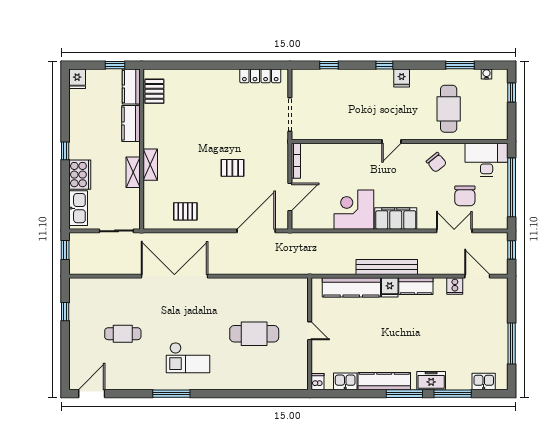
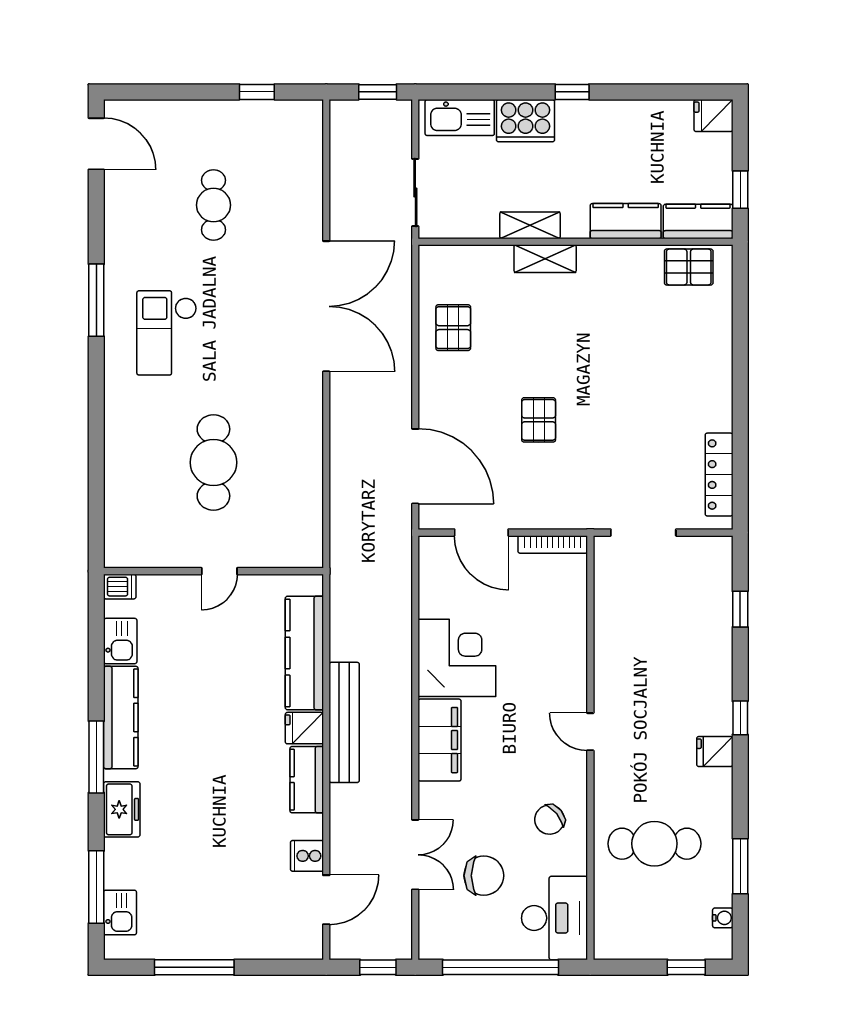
chair: (465, 196) -> (484, 876), turned 180
window: (453, 394) -> (96, 887), moved

